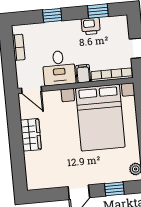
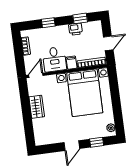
door: (32, 90) -> (36, 75), swing flipped

